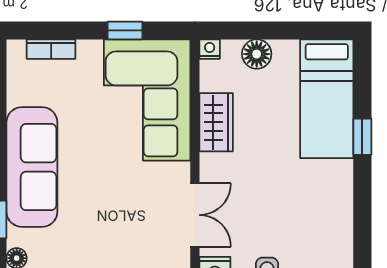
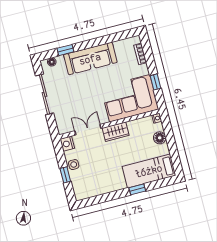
wardrobe: (216, 122) -> (116, 132), moved
double door: (195, 215) -> (88, 130), swing flipped

